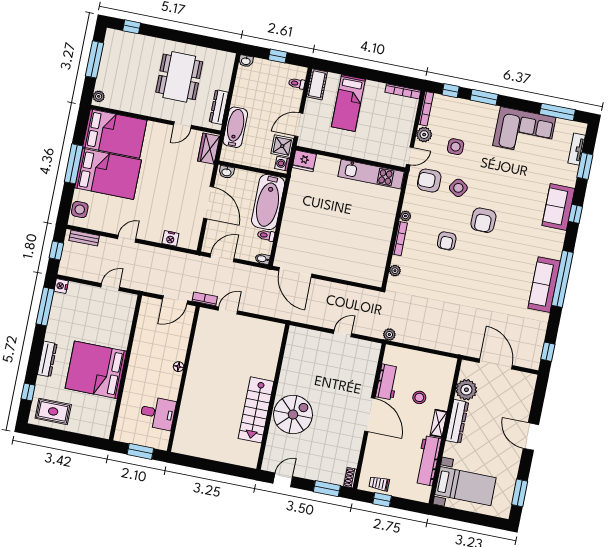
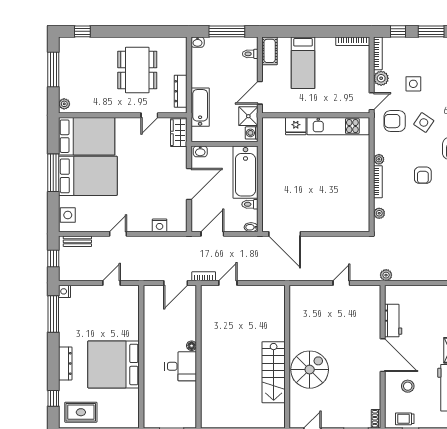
window: (278, 56) -> (227, 31), width x2.17
fridge: (304, 161) -> (296, 126), moved
door: (209, 203) -> (189, 184), hinge flipped
stool: (419, 397) -> (408, 386), moved
desk: (158, 413) -> (181, 366), moved

